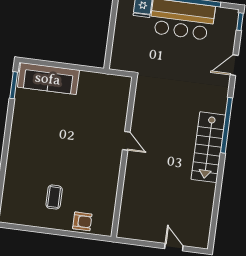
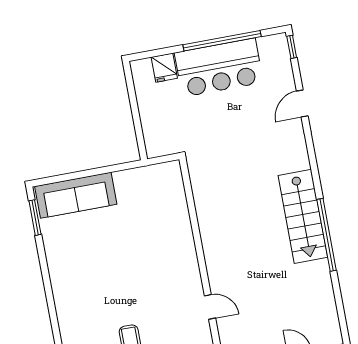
window: (226, 125) -> (327, 235), moved
door: (126, 141) -> (210, 307), moved

